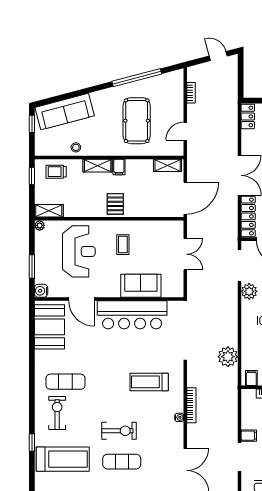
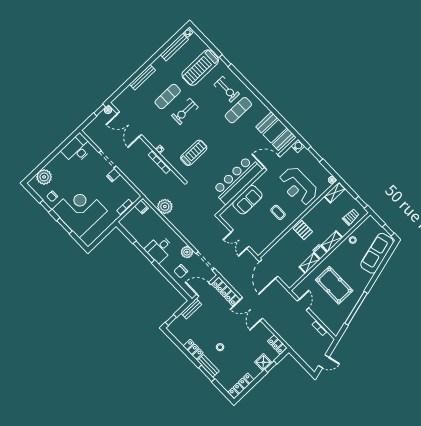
shelving: (168, 165) -> (310, 263), moved

